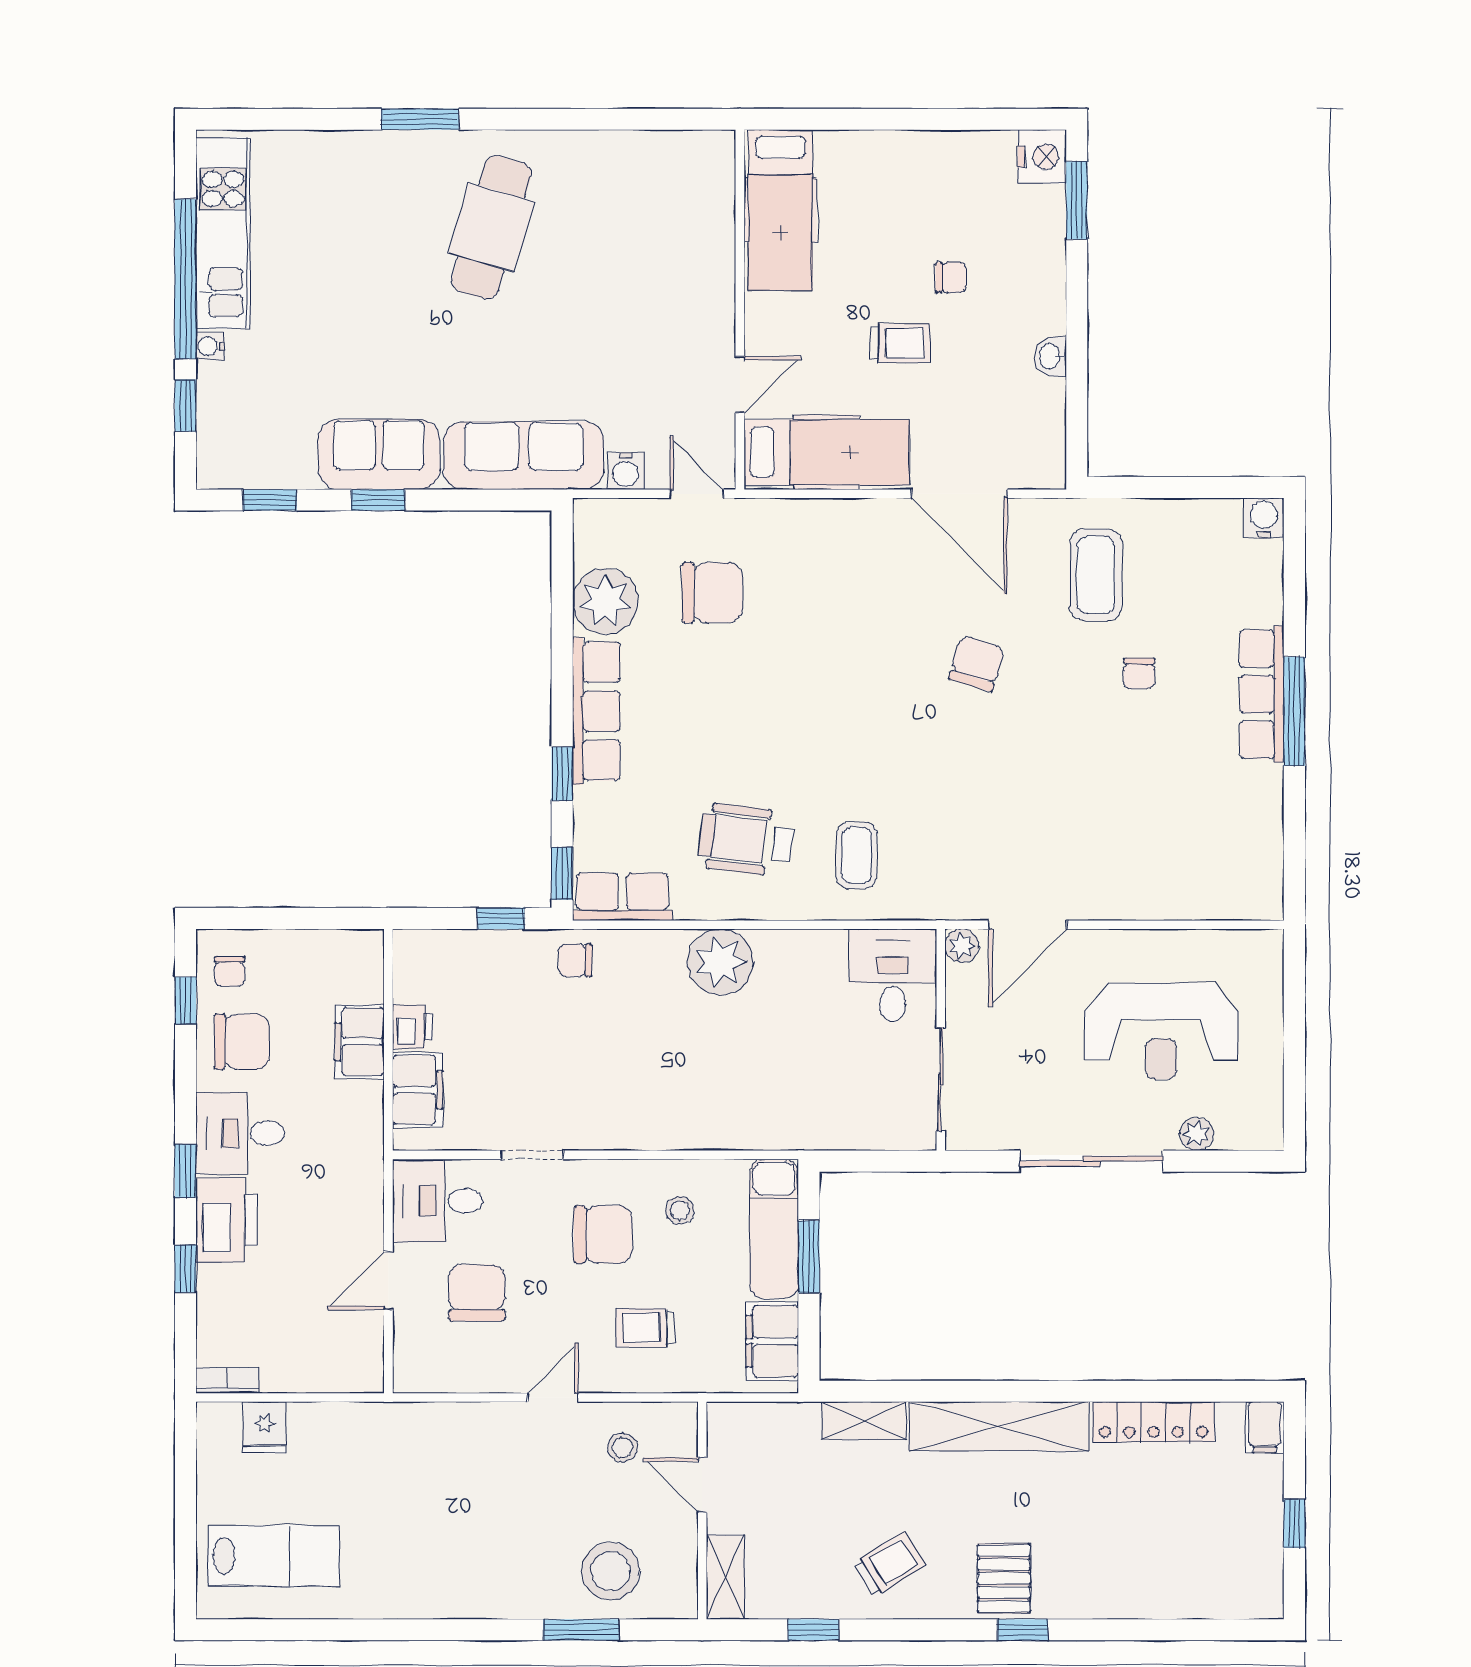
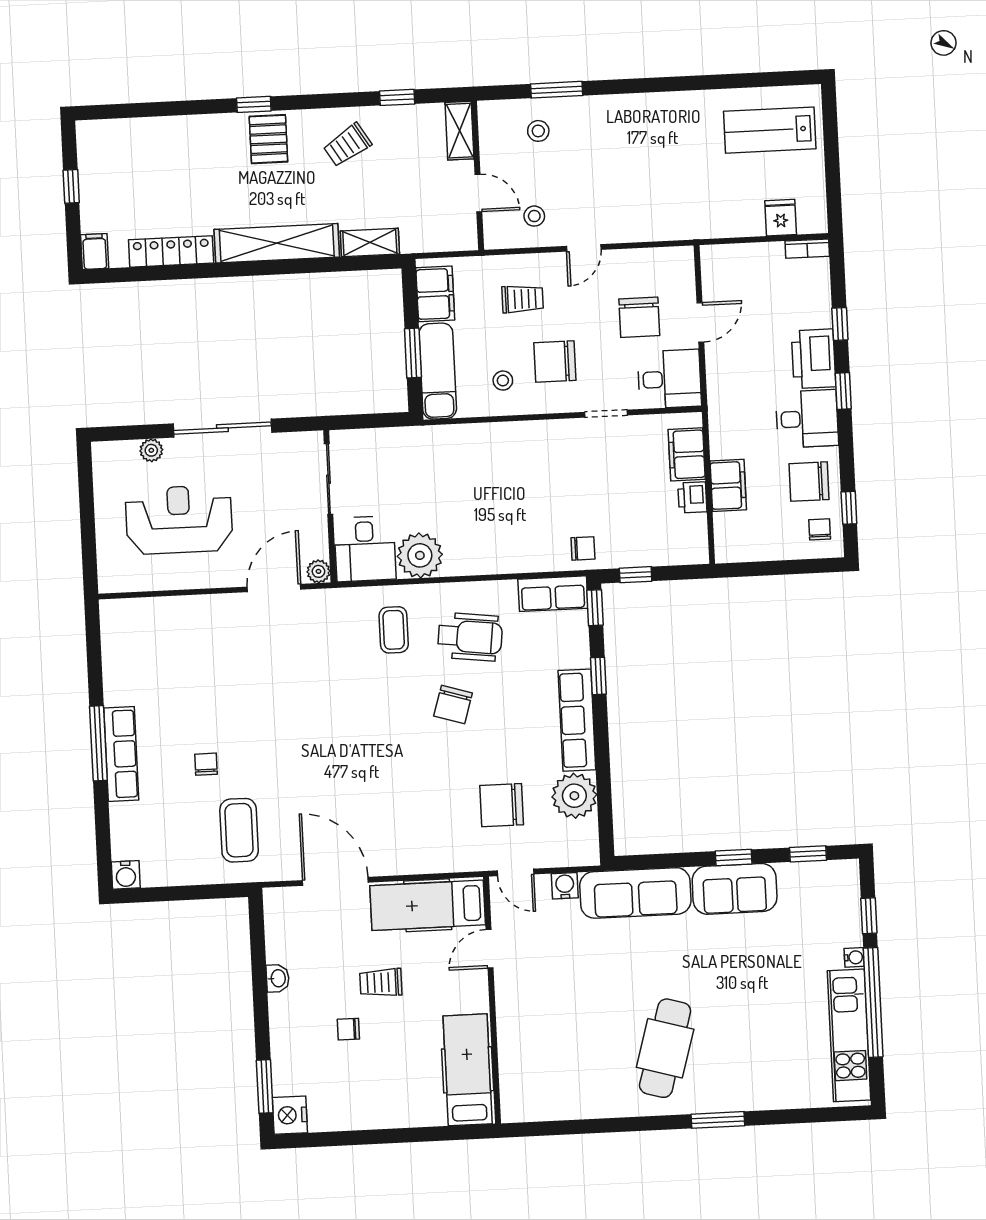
chair: (977, 664) -> (453, 705), moved
plant: (720, 962) -> (420, 555), moved
stool: (611, 1571) -> (538, 131), width x0.53, depth x0.53

